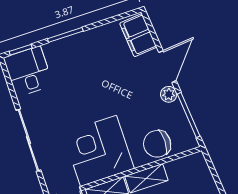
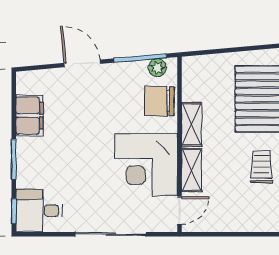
filing cabinet: (138, 35) -> (29, 116), moved, turned -85
plant: (169, 94) -> (157, 68), moved
chair: (157, 144) -> (159, 101), turned 90

